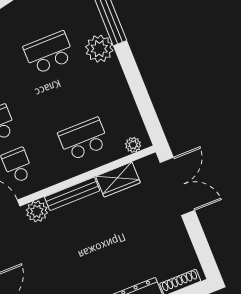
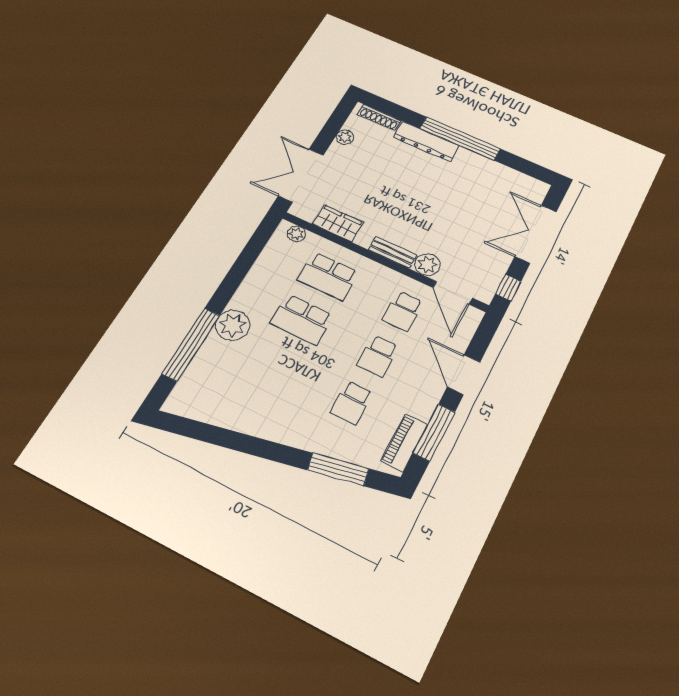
school desk: (49, 53) -> (302, 320), moved
bench: (72, 194) -> (392, 252), width x0.73
plant: (184, 244) -> (345, 137), added

